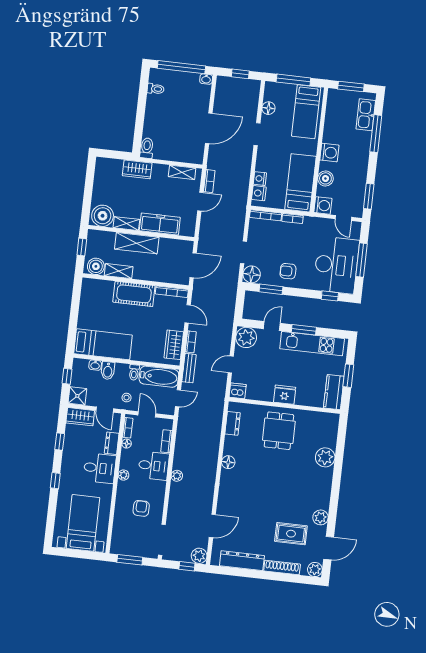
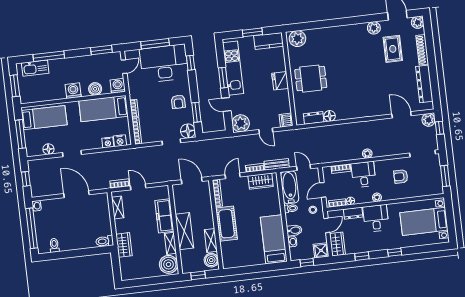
plant: (325, 457) -> (297, 39), moved
floor lamp: (228, 462) -> (330, 116), moved

